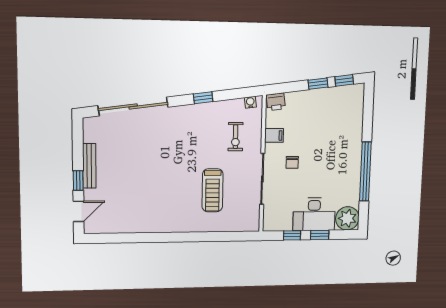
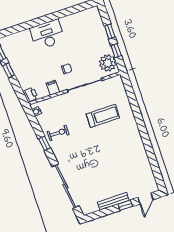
exercise bike: (236, 137) -> (58, 133), moved
window: (365, 172) -> (56, 16), removed
door: (79, 211) -> (145, 198), swing flipped
desk: (314, 214) -> (47, 35), moved, turned -90
plant: (347, 218) -> (108, 63), moved

